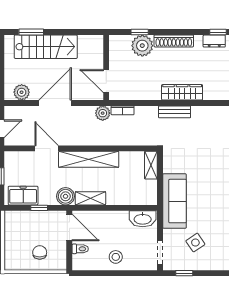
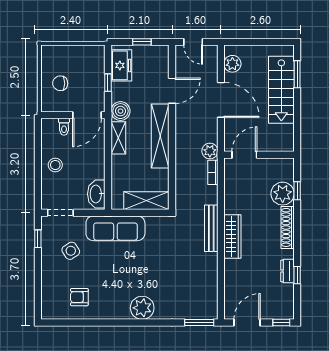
bench: (175, 112) -> (211, 228), width x1.36
shelving: (151, 165) -> (146, 201), width x1.50, depth x1.33
chair: (40, 252) -> (60, 83), turned 180

